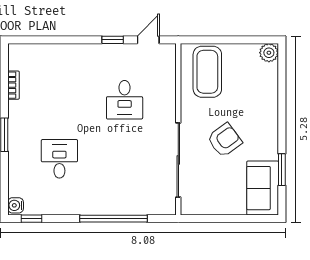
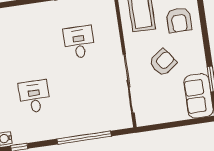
armchair: (252, 91) -> (179, 20), added
desk: (125, 100) -> (79, 42), turned 180

